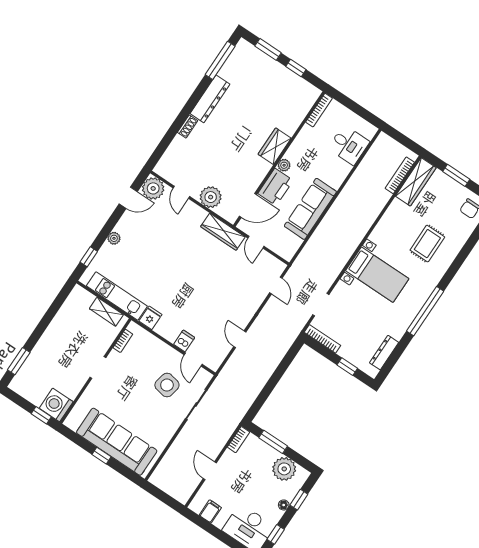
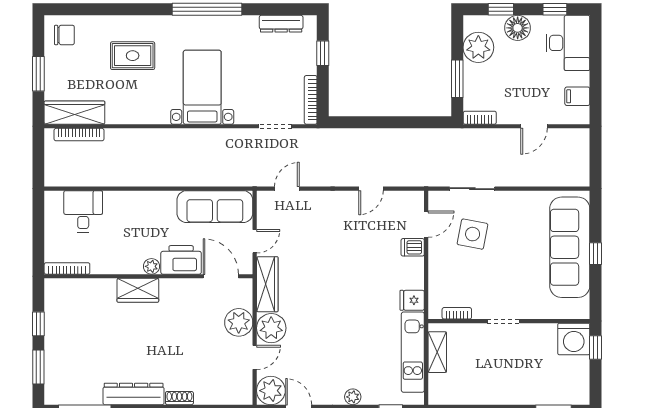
sofa: (310, 209) -> (215, 207), moved
plant: (193, 215) -> (271, 328), added
floor lamp: (284, 505) -> (518, 28), width x1.89, depth x1.89

